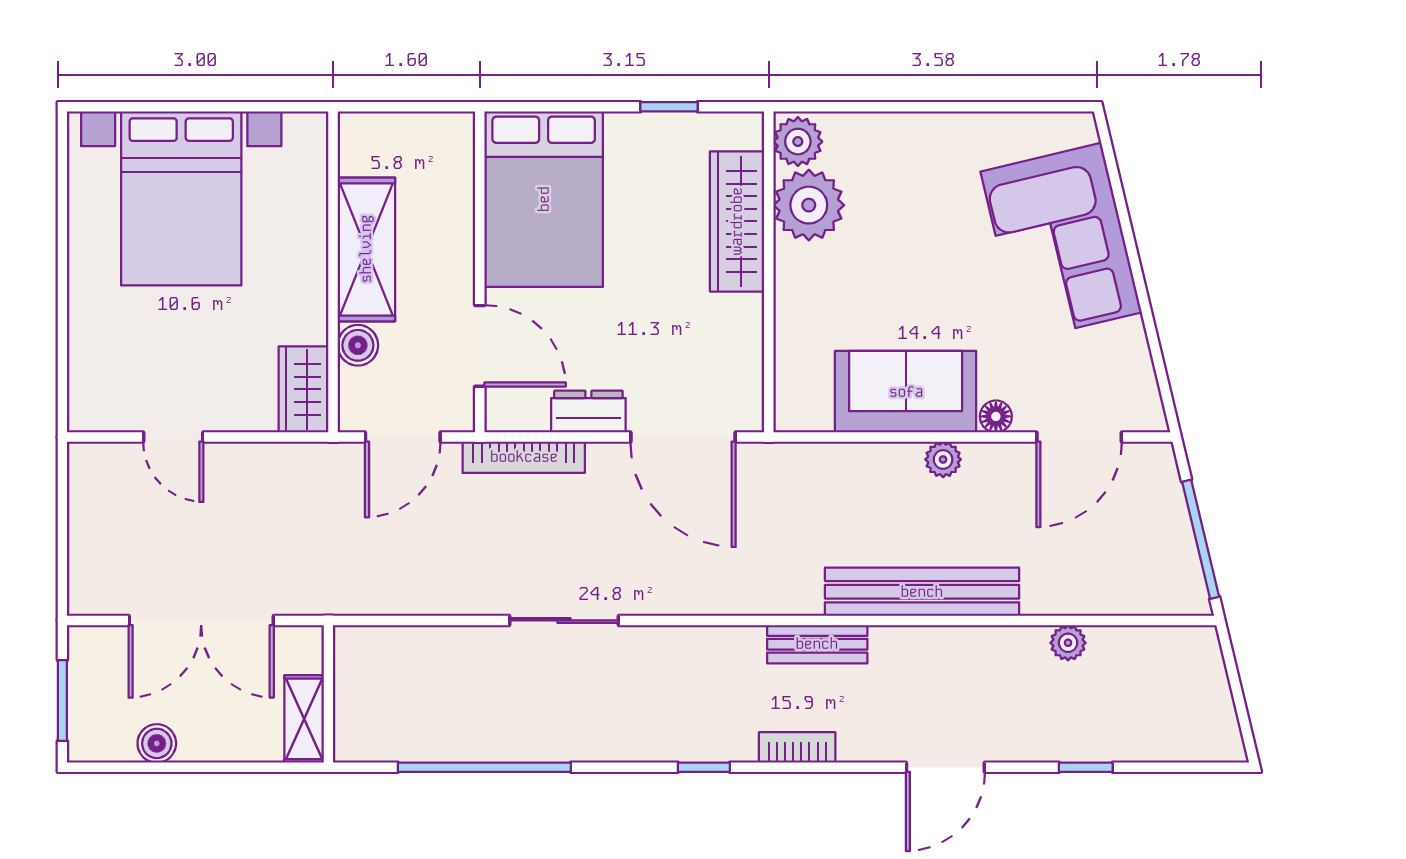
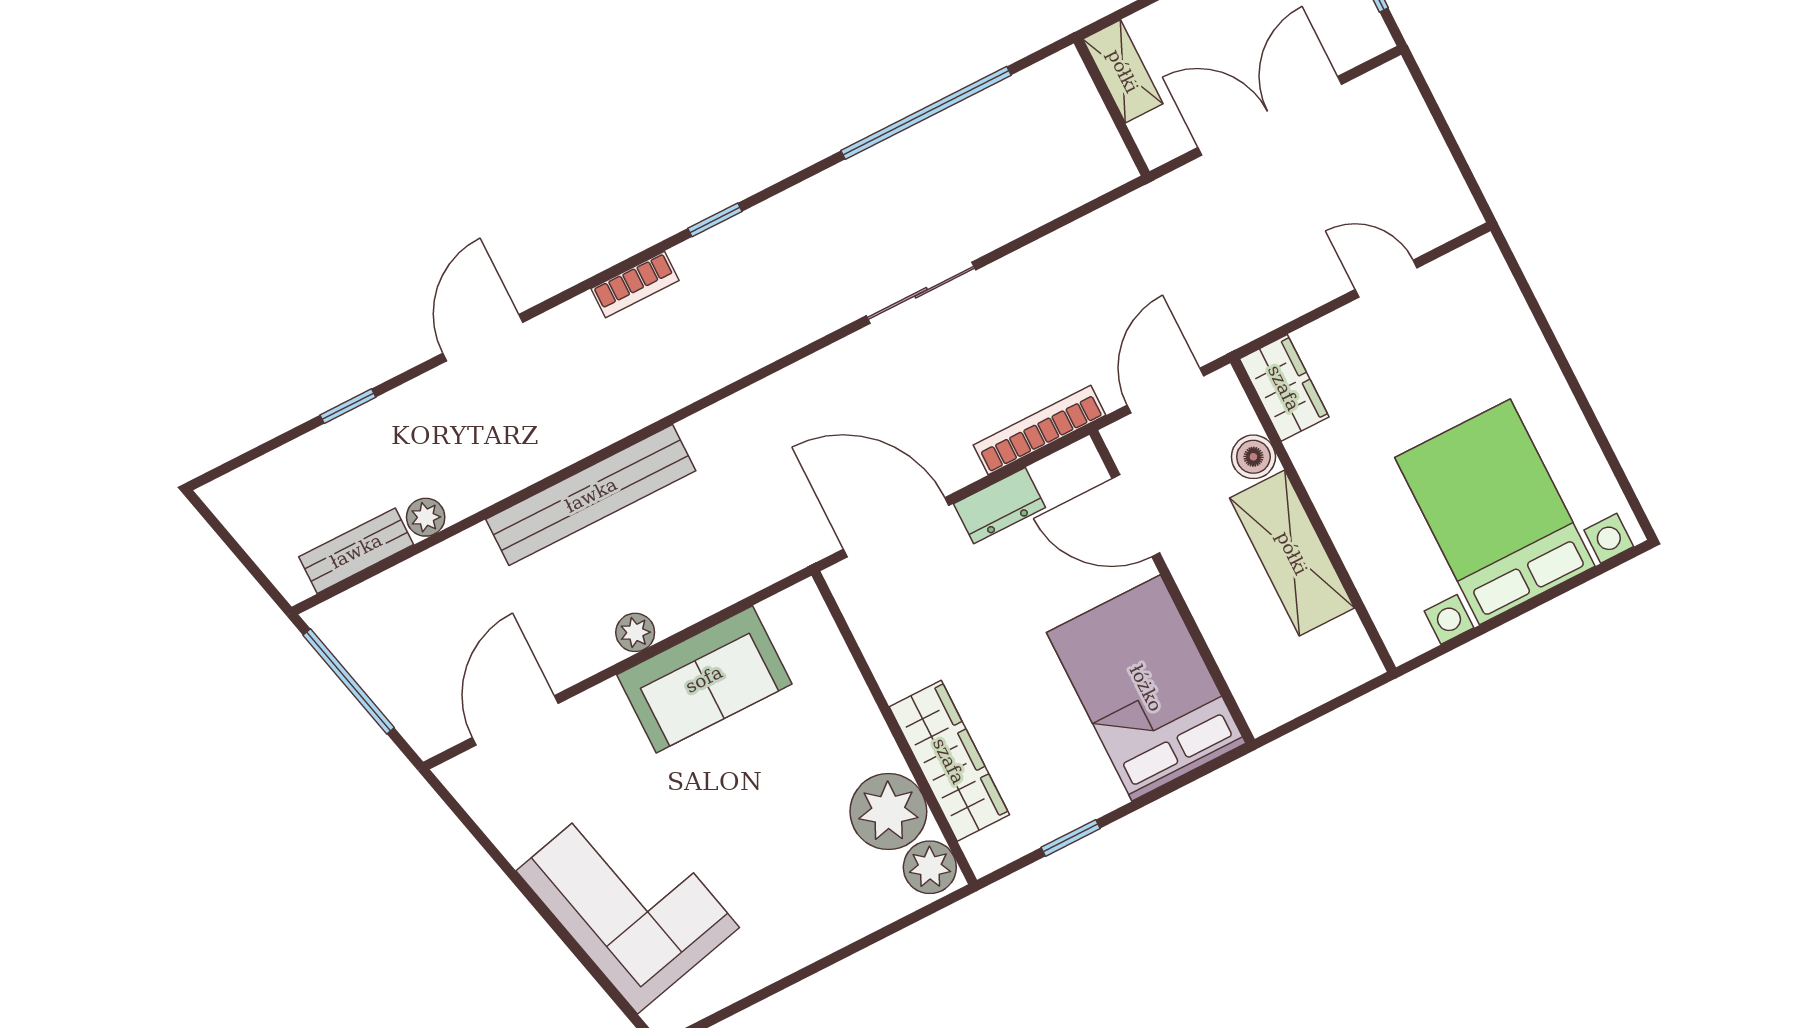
floor lamp: (996, 416) -> (605, 700), removed
bench: (817, 644) -> (356, 551), moved

